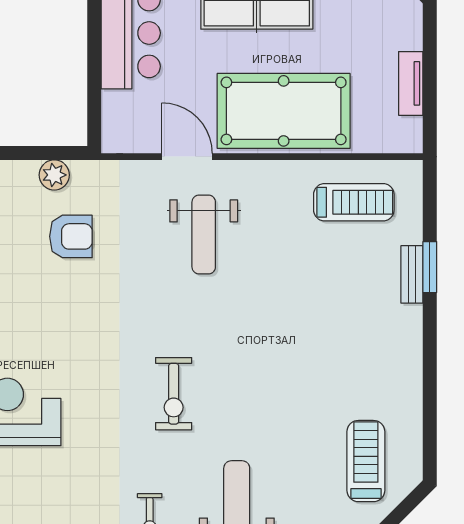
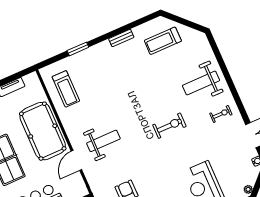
treadmill: (354, 202) -> (66, 89), turned 180
bench: (412, 274) -> (121, 38), moved

